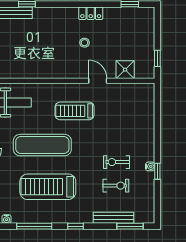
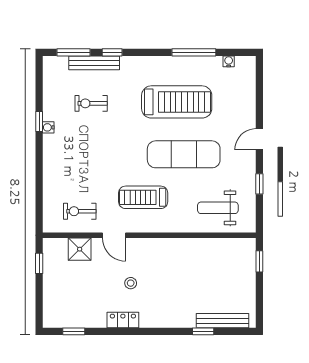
treadmill: (75, 111) -> (143, 197), turned 180
exercise bike: (117, 162) -> (80, 211), moved, turned 180
window: (76, 226) -> (112, 52), moved

